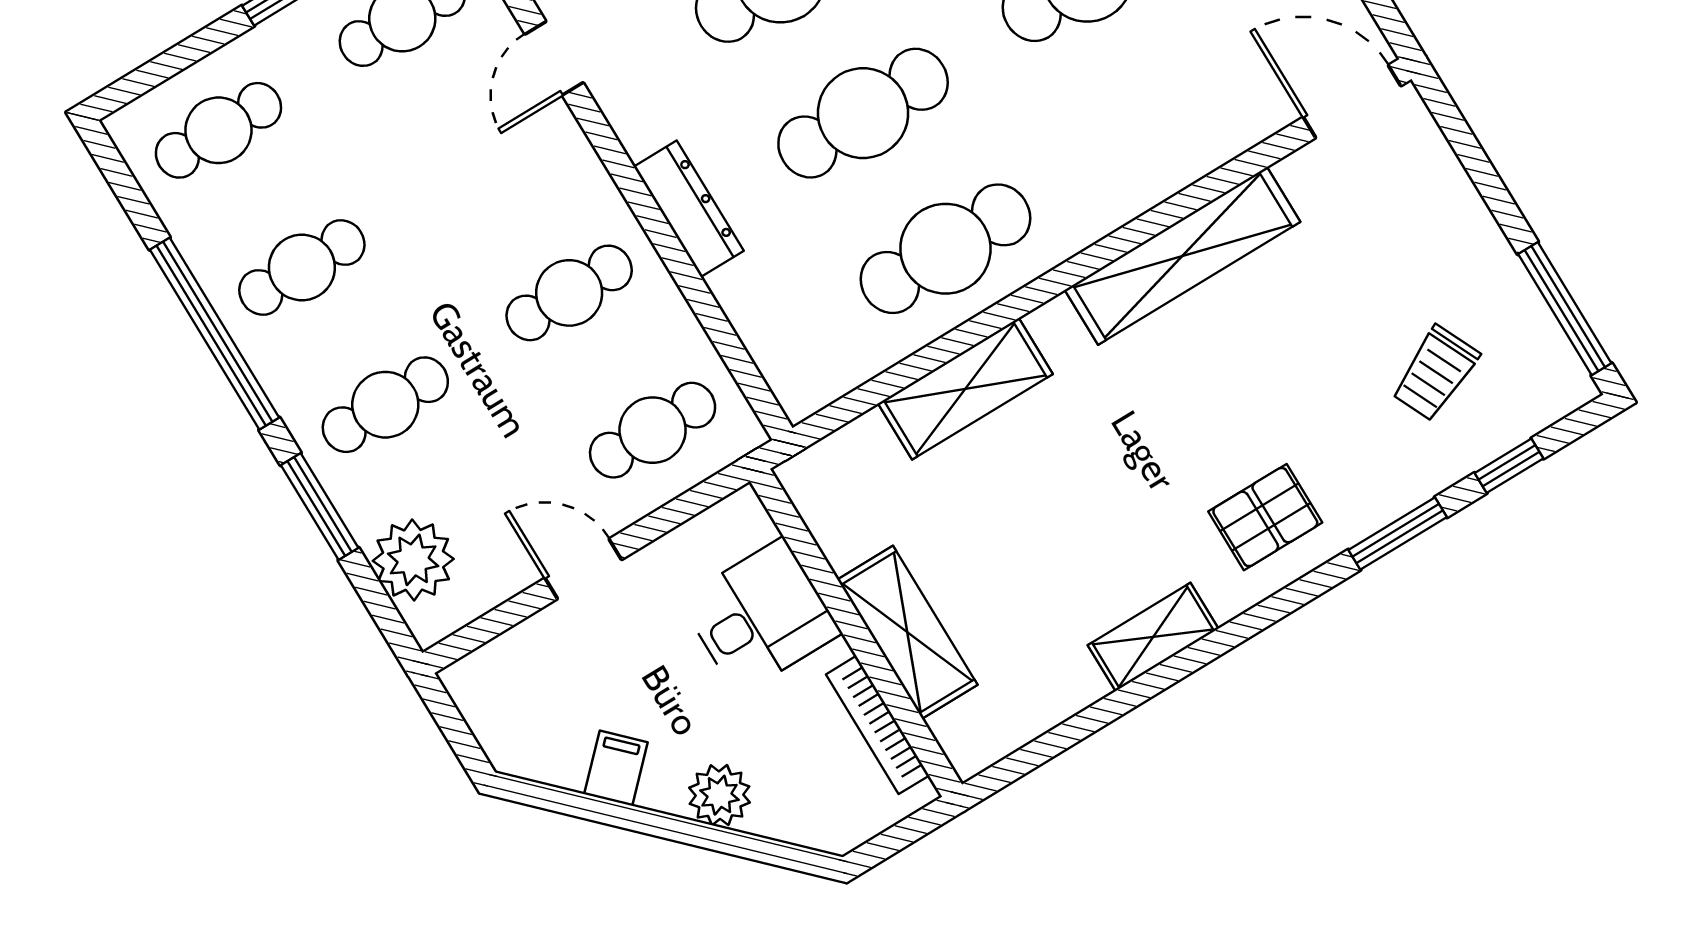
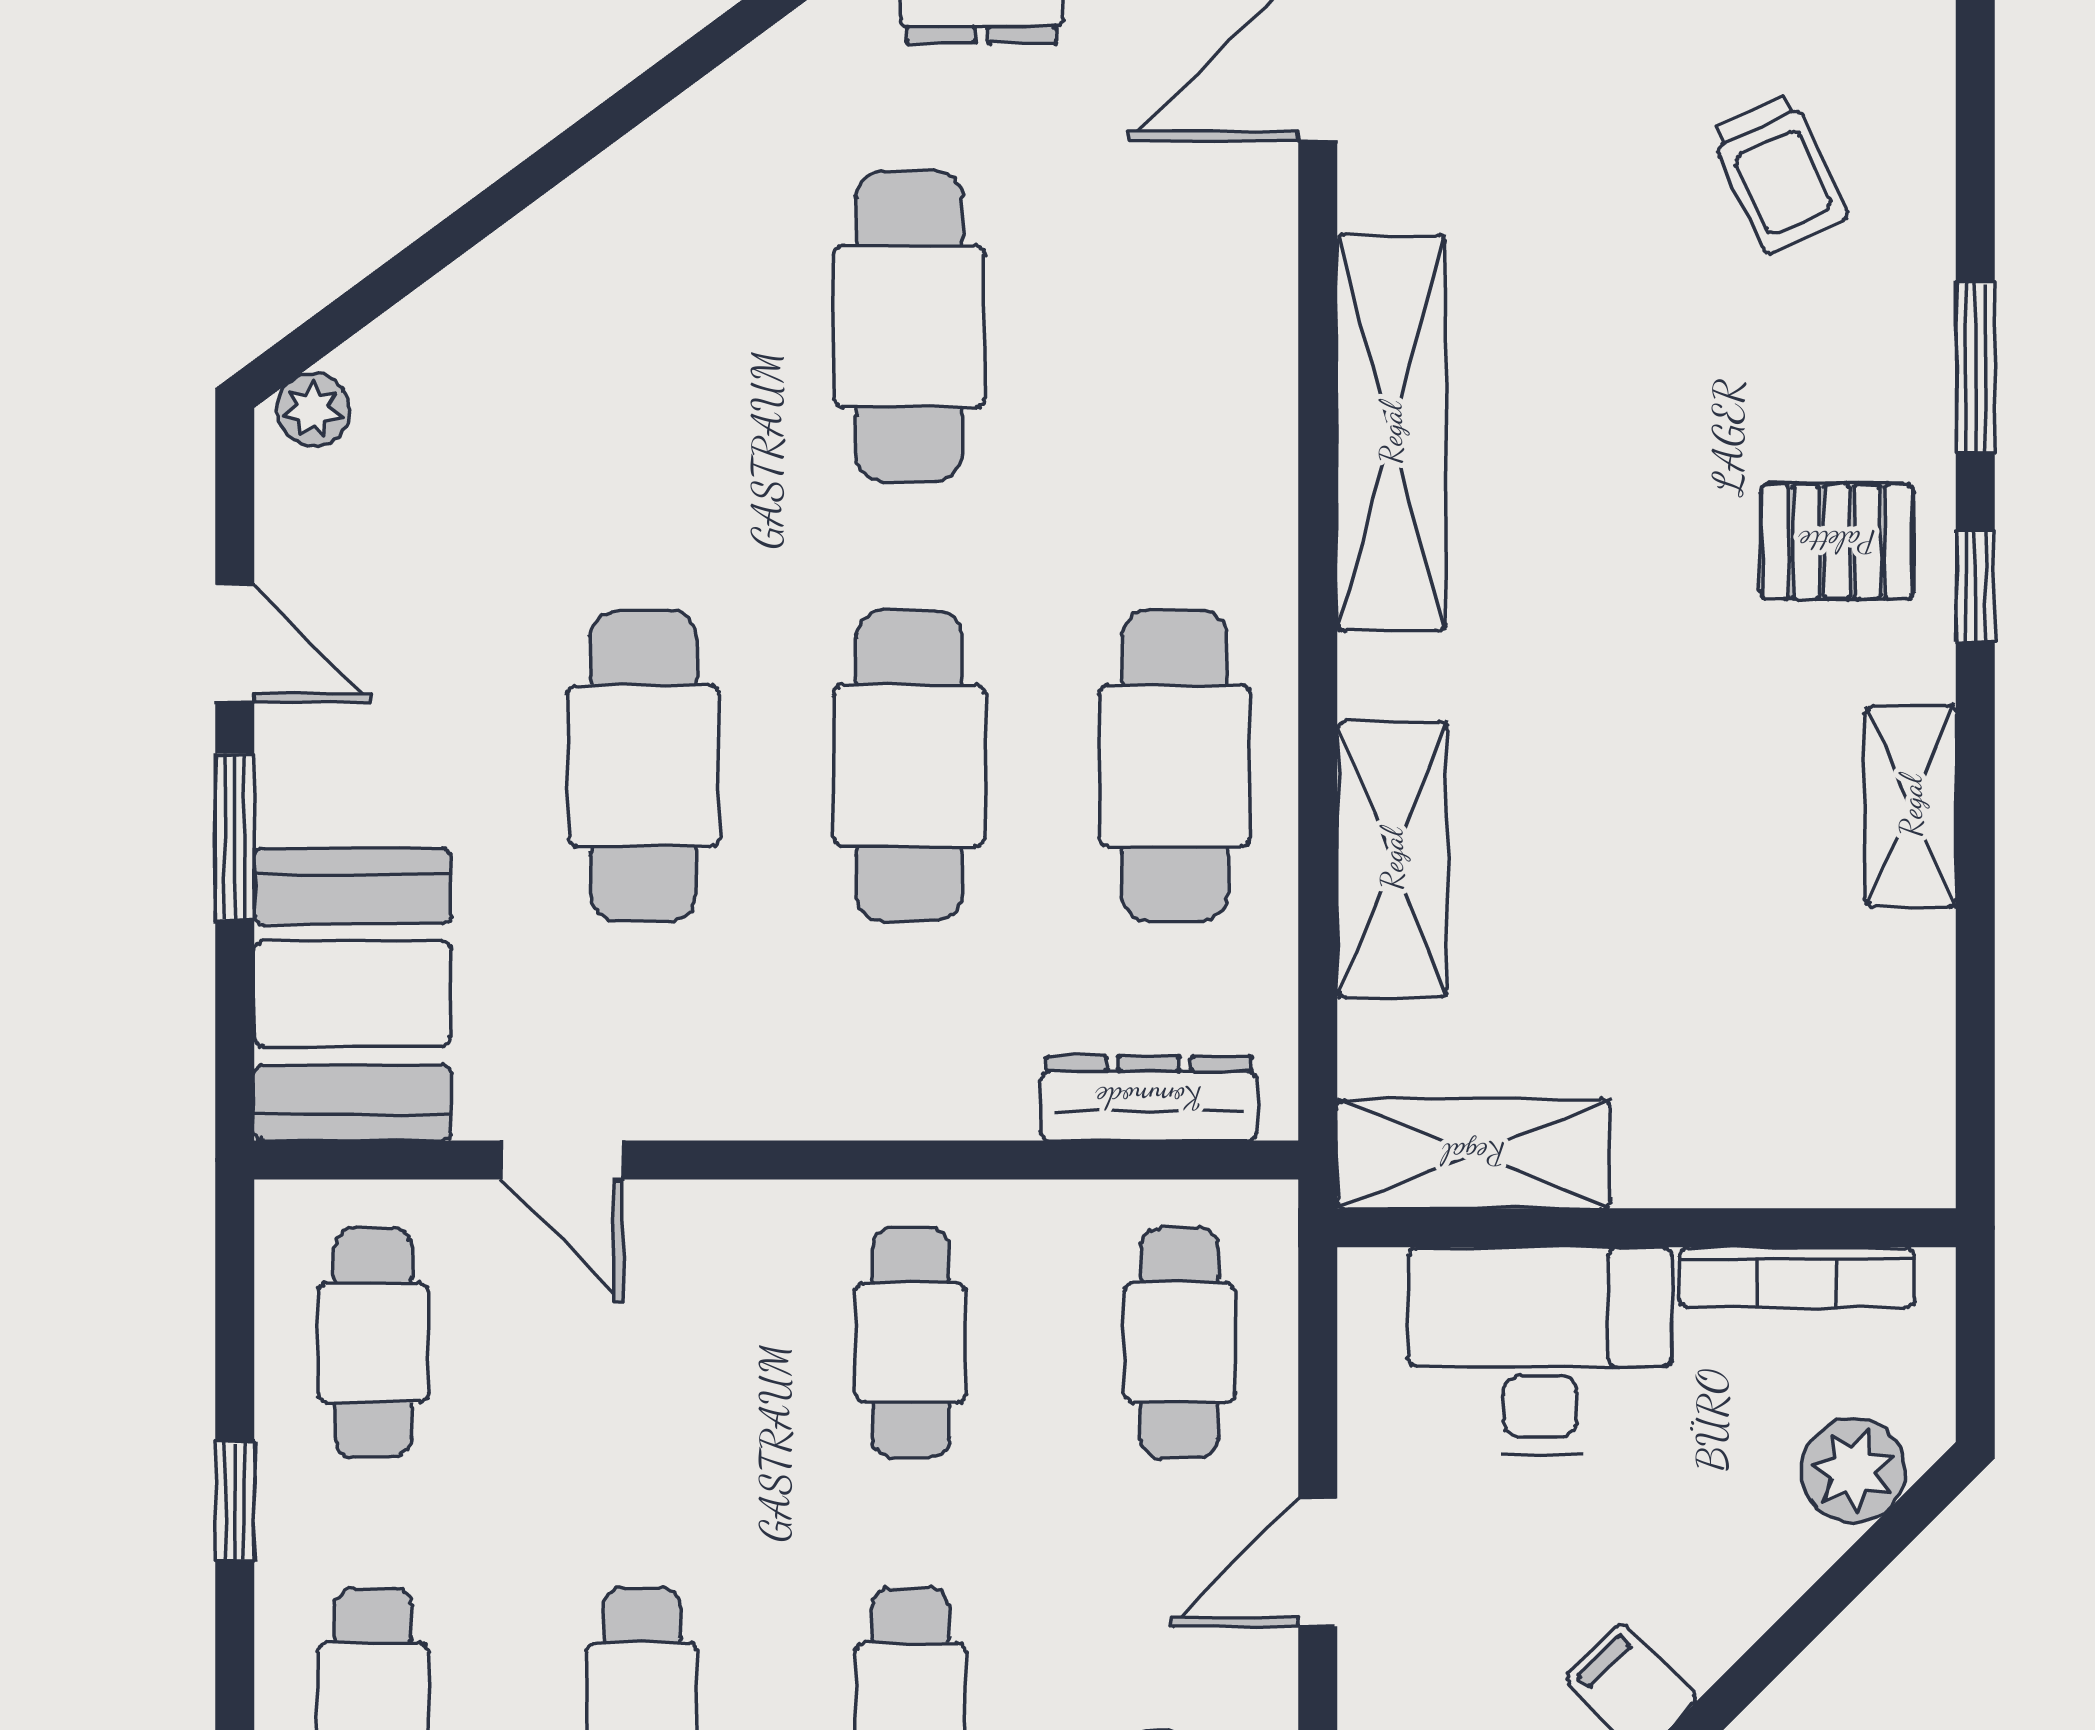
dresser: (689, 209) -> (1149, 1098), moved
window: (1509, 466) -> (1975, 586), moved
pallet: (1265, 517) -> (1837, 542), turned 90
desk: (760, 617) -> (1540, 1351), width x1.37
shelving: (907, 632) -> (1474, 1154), moved
plant: (720, 795) -> (1854, 1470), moved

